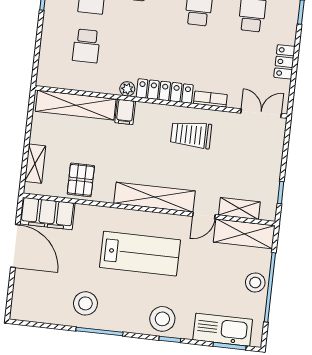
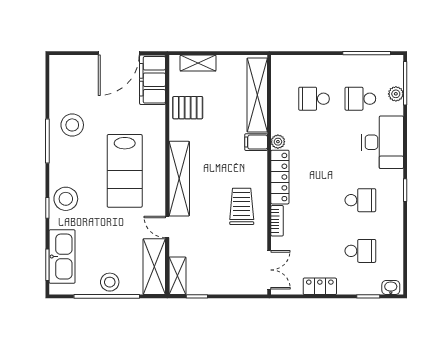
shelving: (239, 208) -> (177, 276), moved

